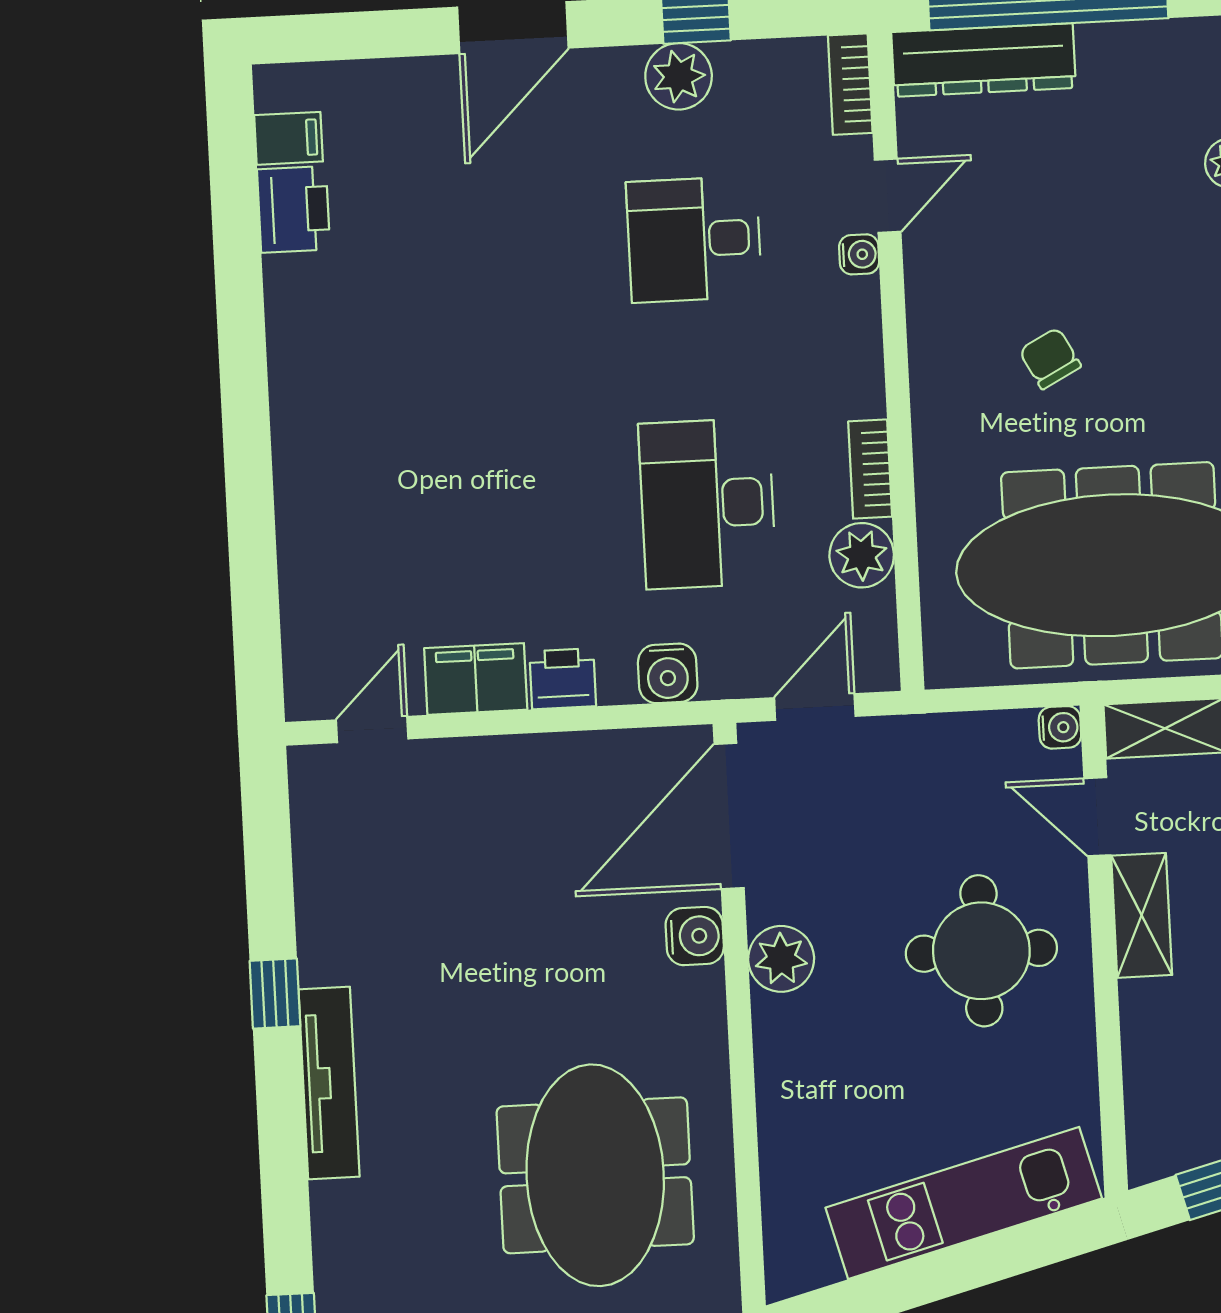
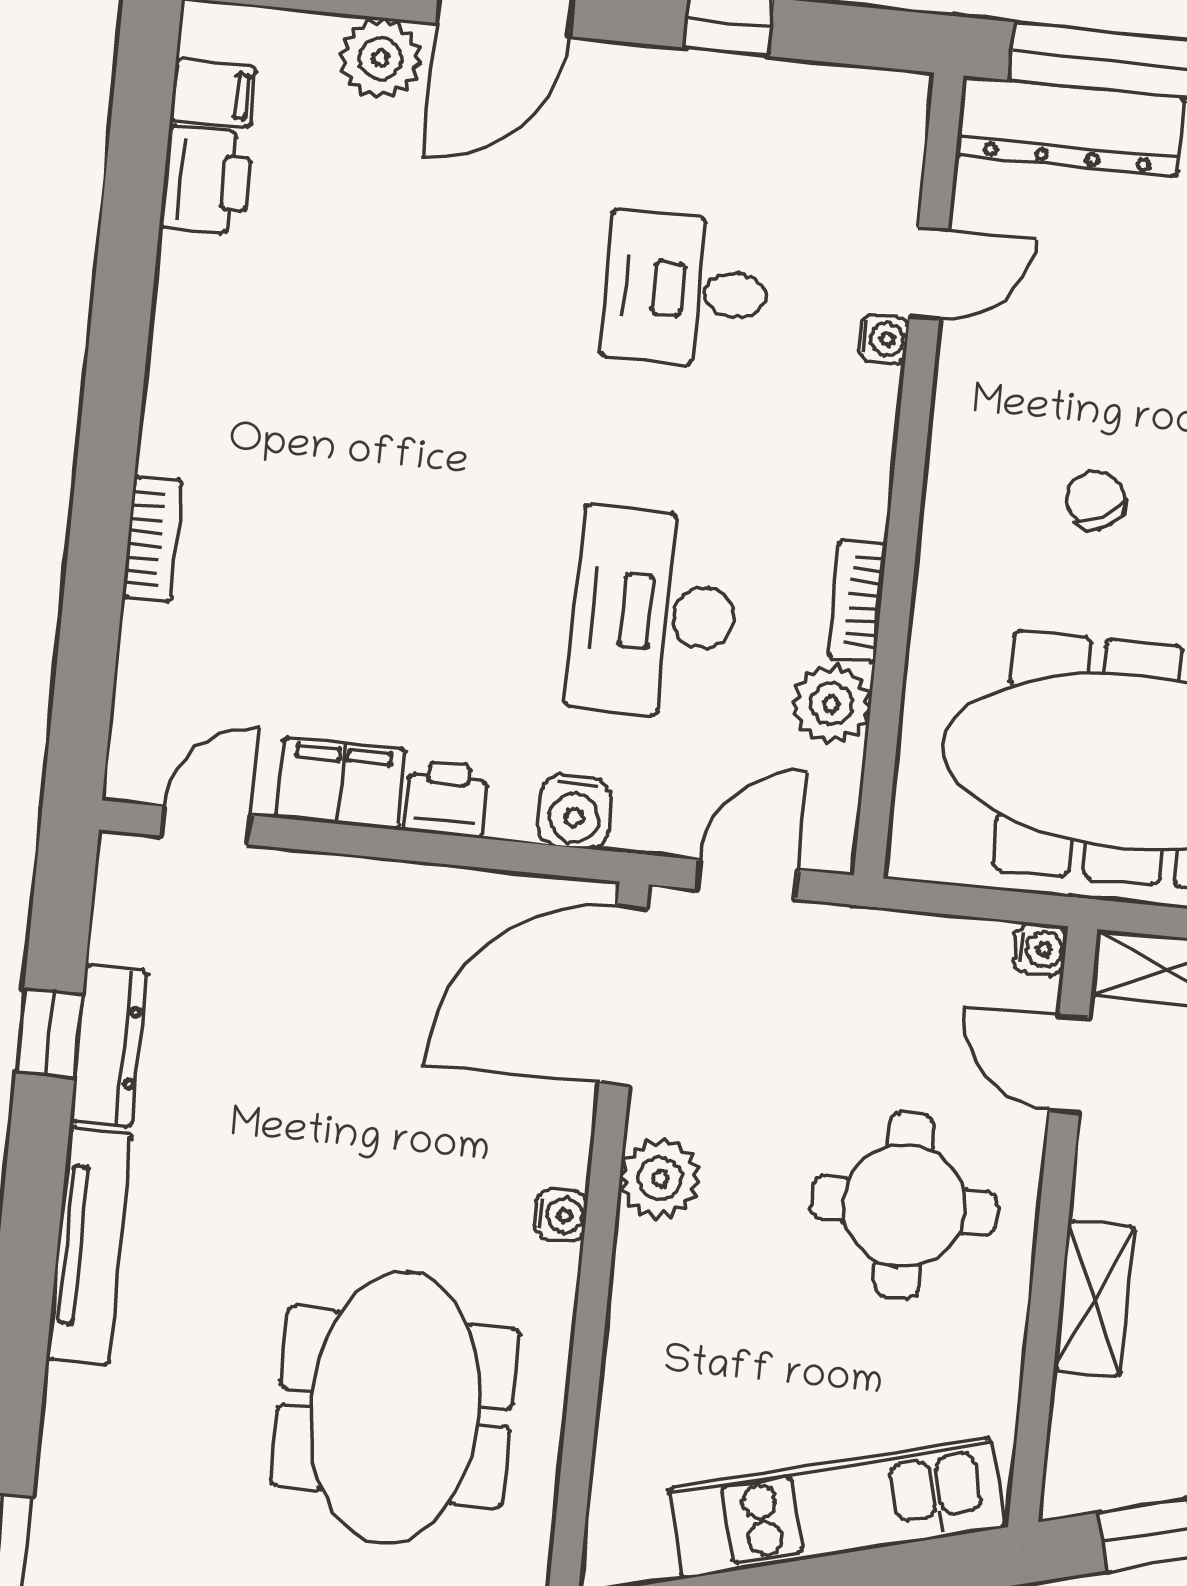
plant: (679, 76) -> (380, 58), moved
bookcase: (850, 84) -> (152, 539), moved, turned 180
shelving: (1142, 915) -> (1094, 1298), moved
dresser: (320, 919) -> (108, 1046), added
water cooler: (695, 936) -> (561, 1215), moved, width x0.72, depth x0.72
window: (275, 994) -> (49, 1034), moved

